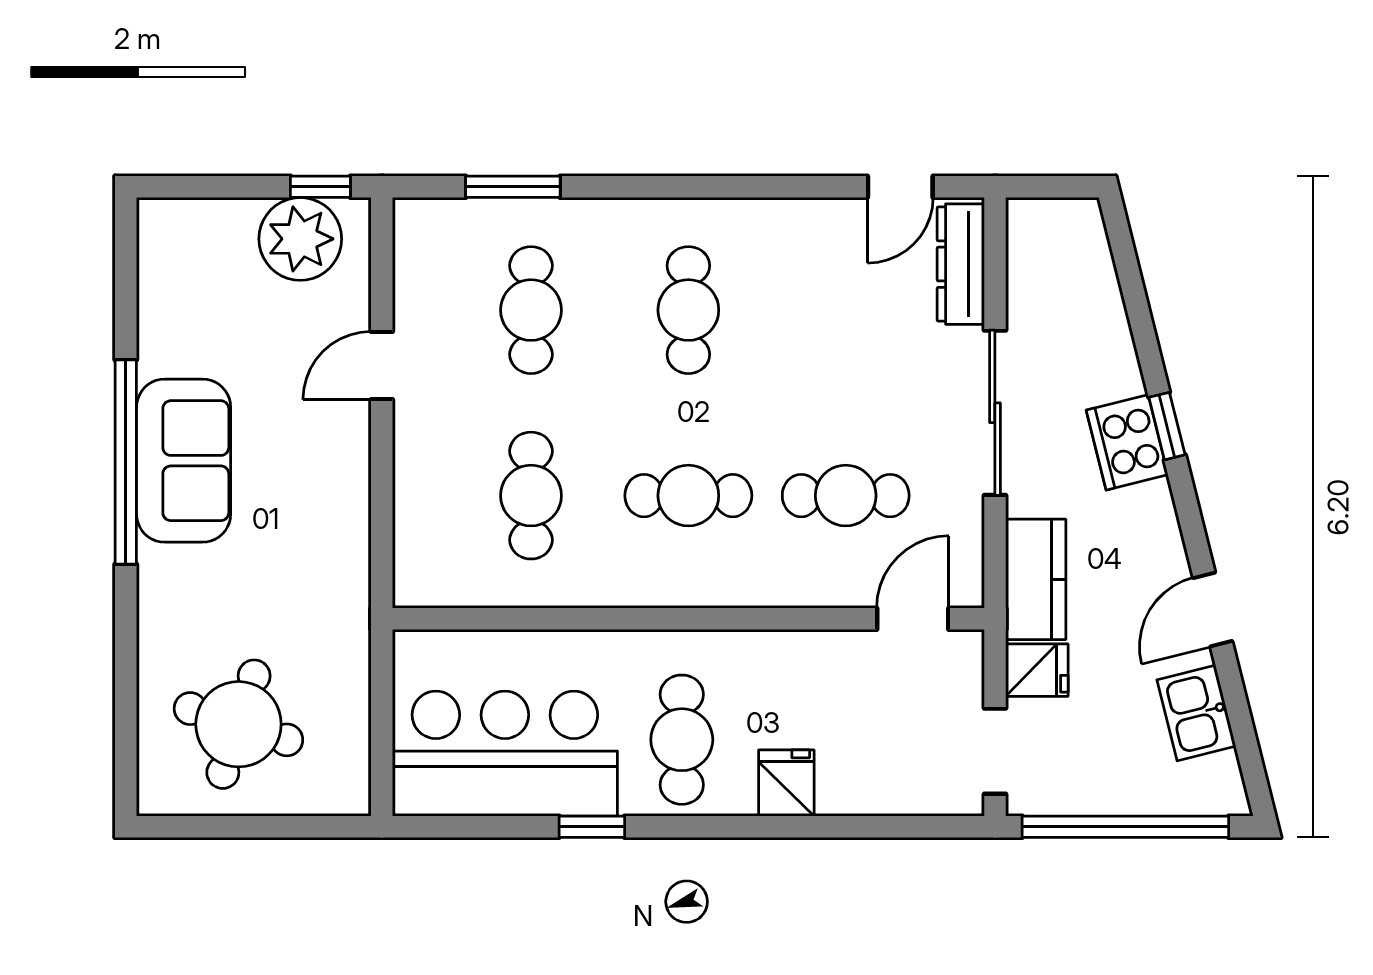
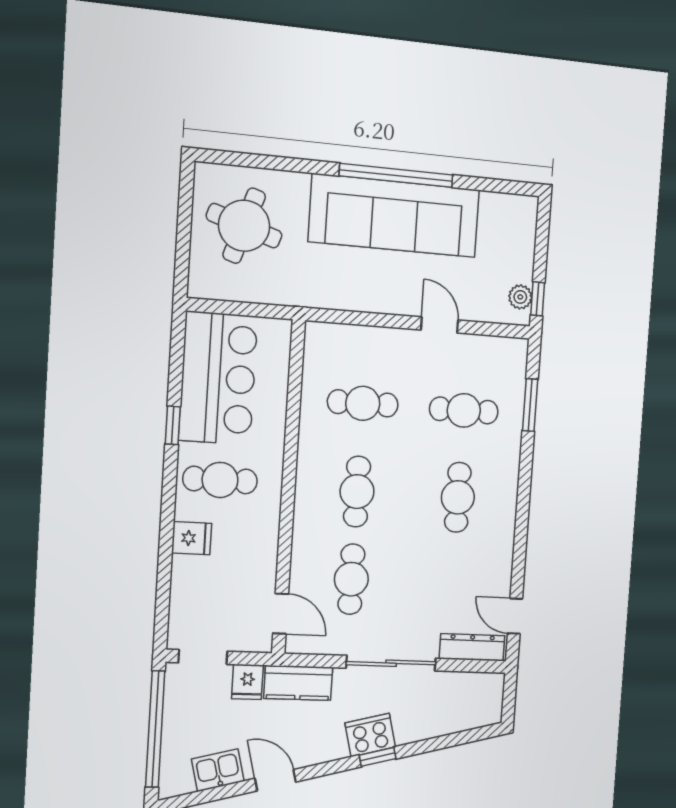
plant: (300, 239) -> (520, 297), width x0.53, depth x0.53
cafe table: (688, 310) -> (458, 497), turned 90
sofa: (184, 461) -> (394, 216), width x1.85, depth x1.27

